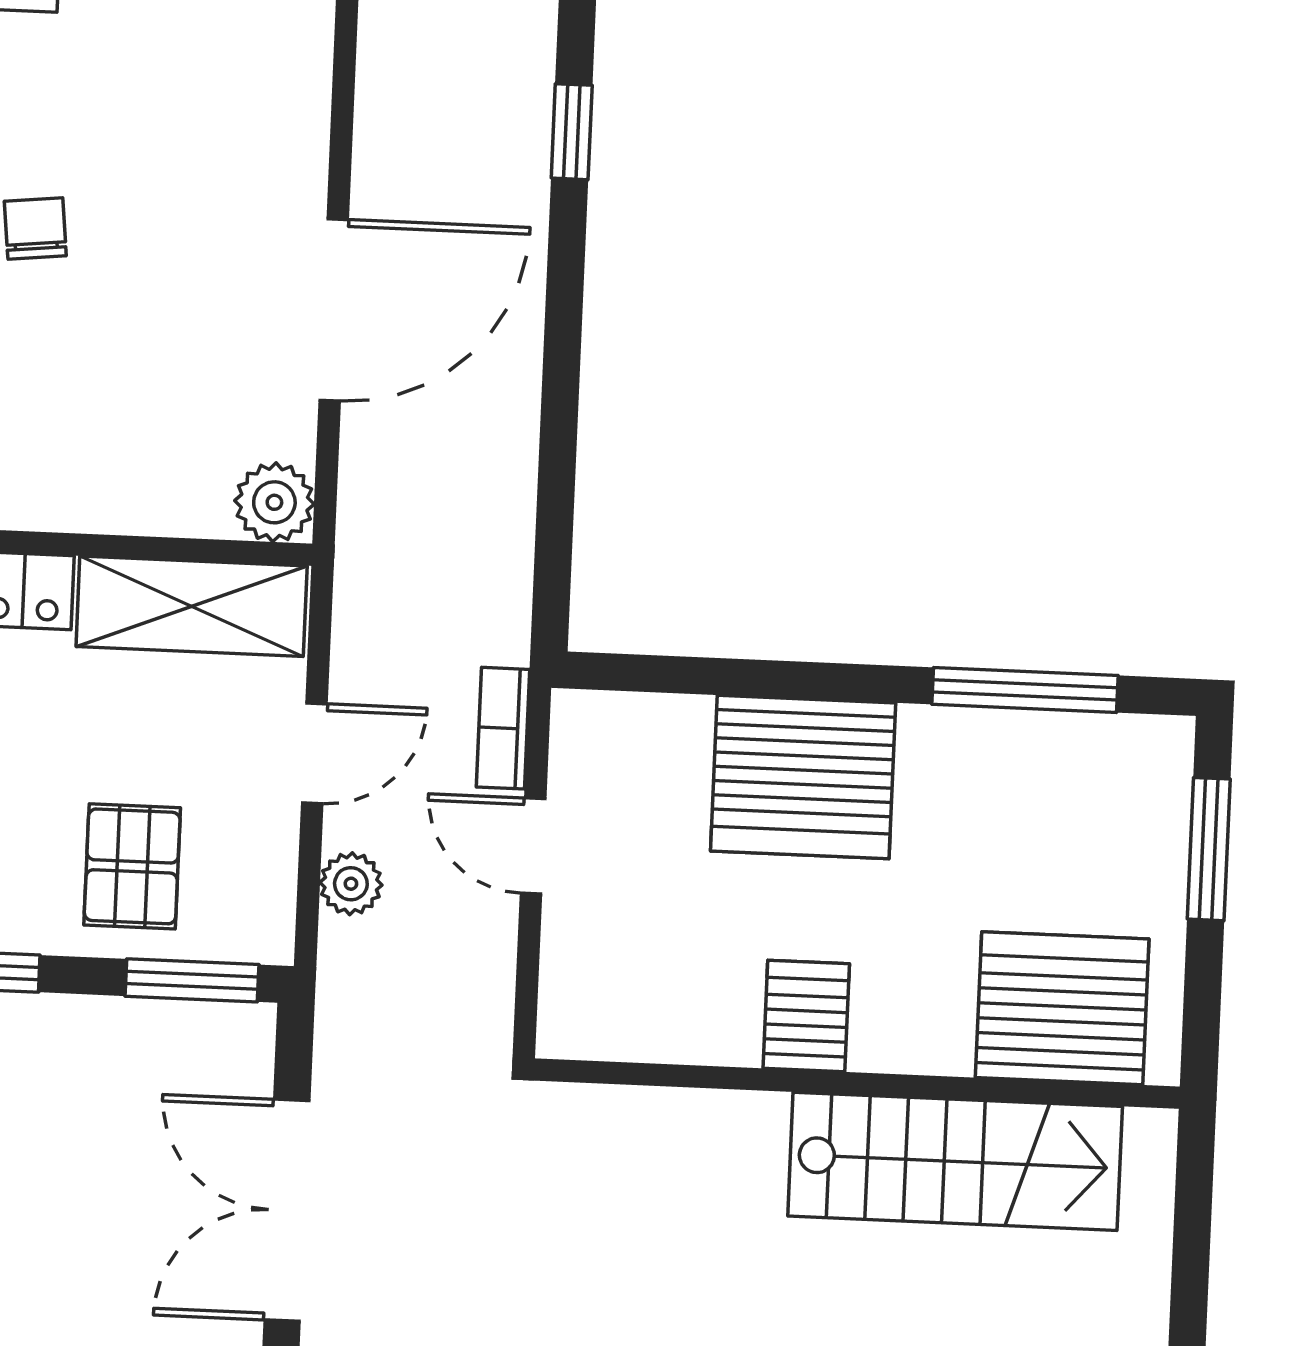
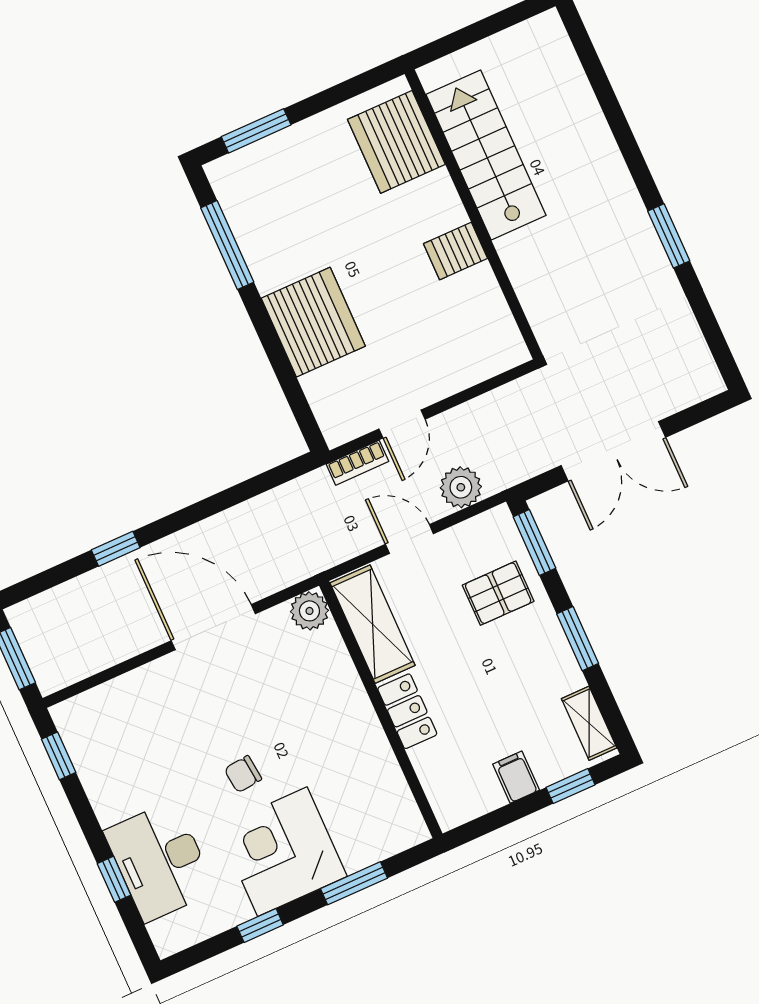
window: (572, 132) -> (116, 549), moved
plant: (351, 884) -> (461, 487), width x1.38, depth x1.38
server rack: (1062, 1008) -> (396, 142), moved
server rack: (806, 1016) -> (455, 251), moved
wall: (857, 1084) -> (474, 214), moved
stairs: (955, 1161) -> (486, 155), moved

